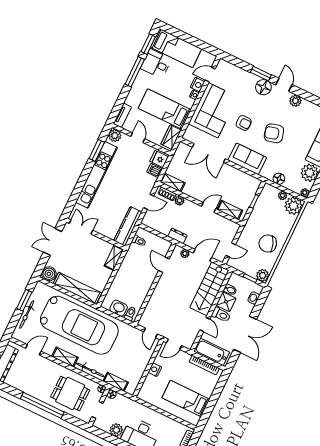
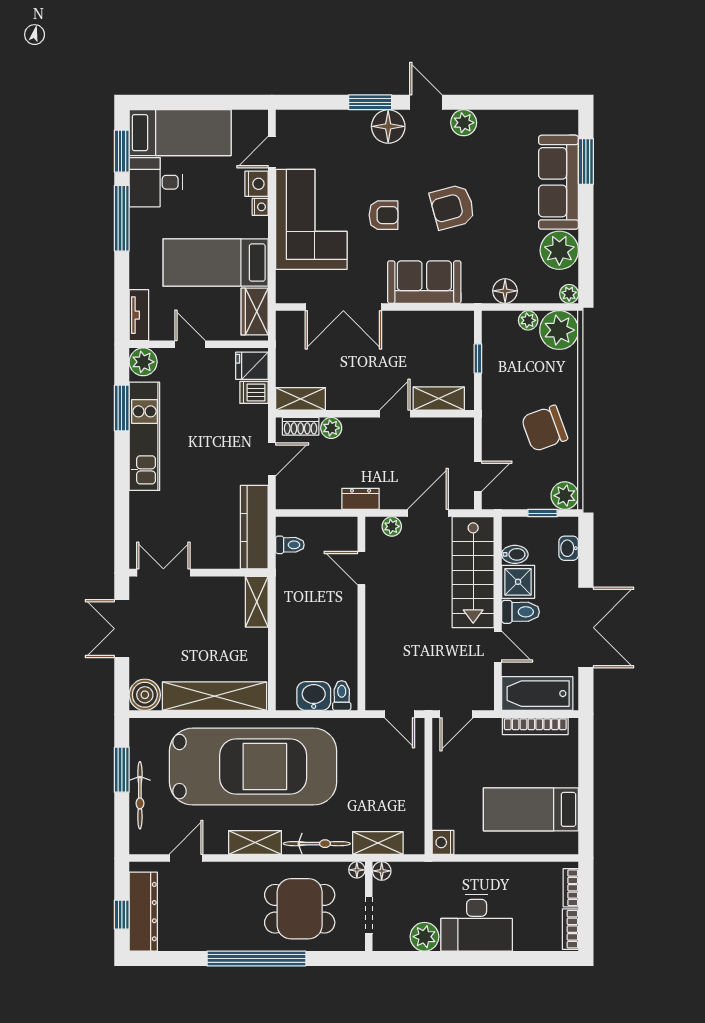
kitchen unit: (97, 175) -> (144, 436), width x0.73
nightstand: (155, 370) -> (443, 842), moved

